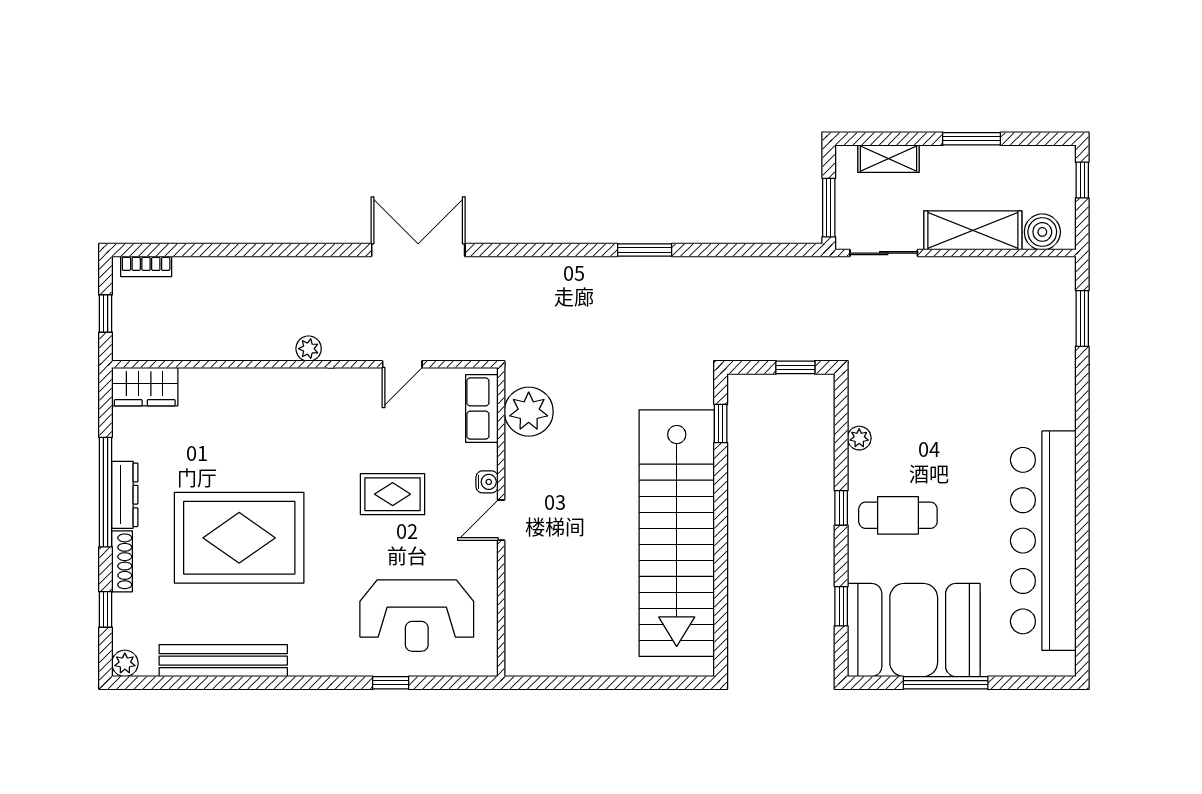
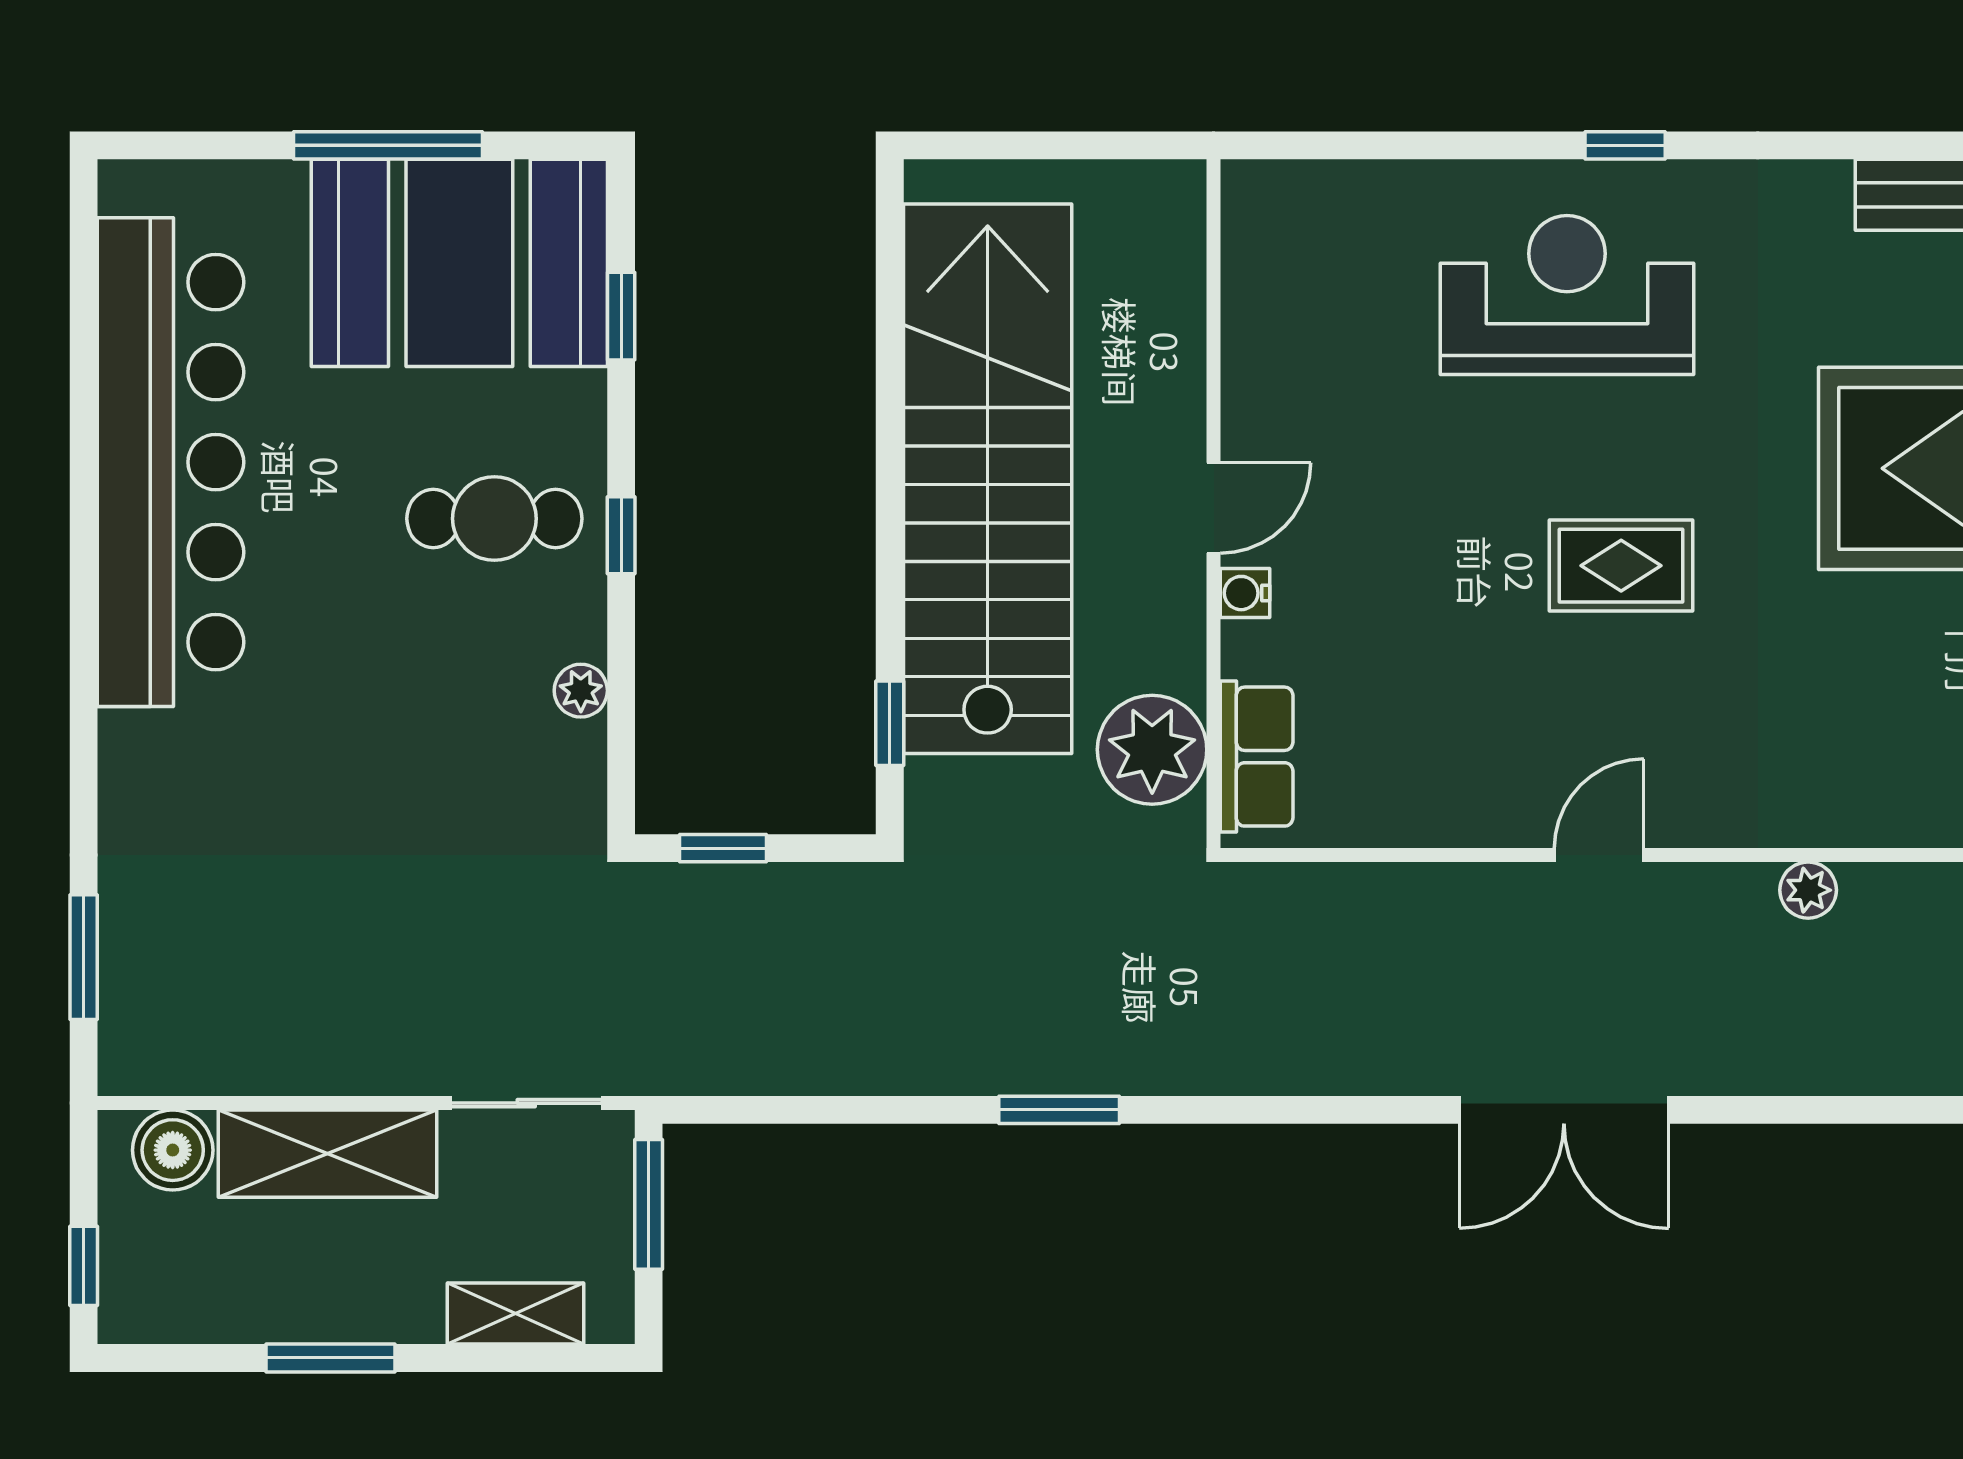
row of seats: (482, 409) -> (1257, 757), moved
plant: (529, 412) -> (1152, 750), moved
water cooler: (487, 482) -> (1245, 593), moved
door: (501, 520) -> (1214, 508), moved
wall: (501, 522) -> (1214, 504), moved

